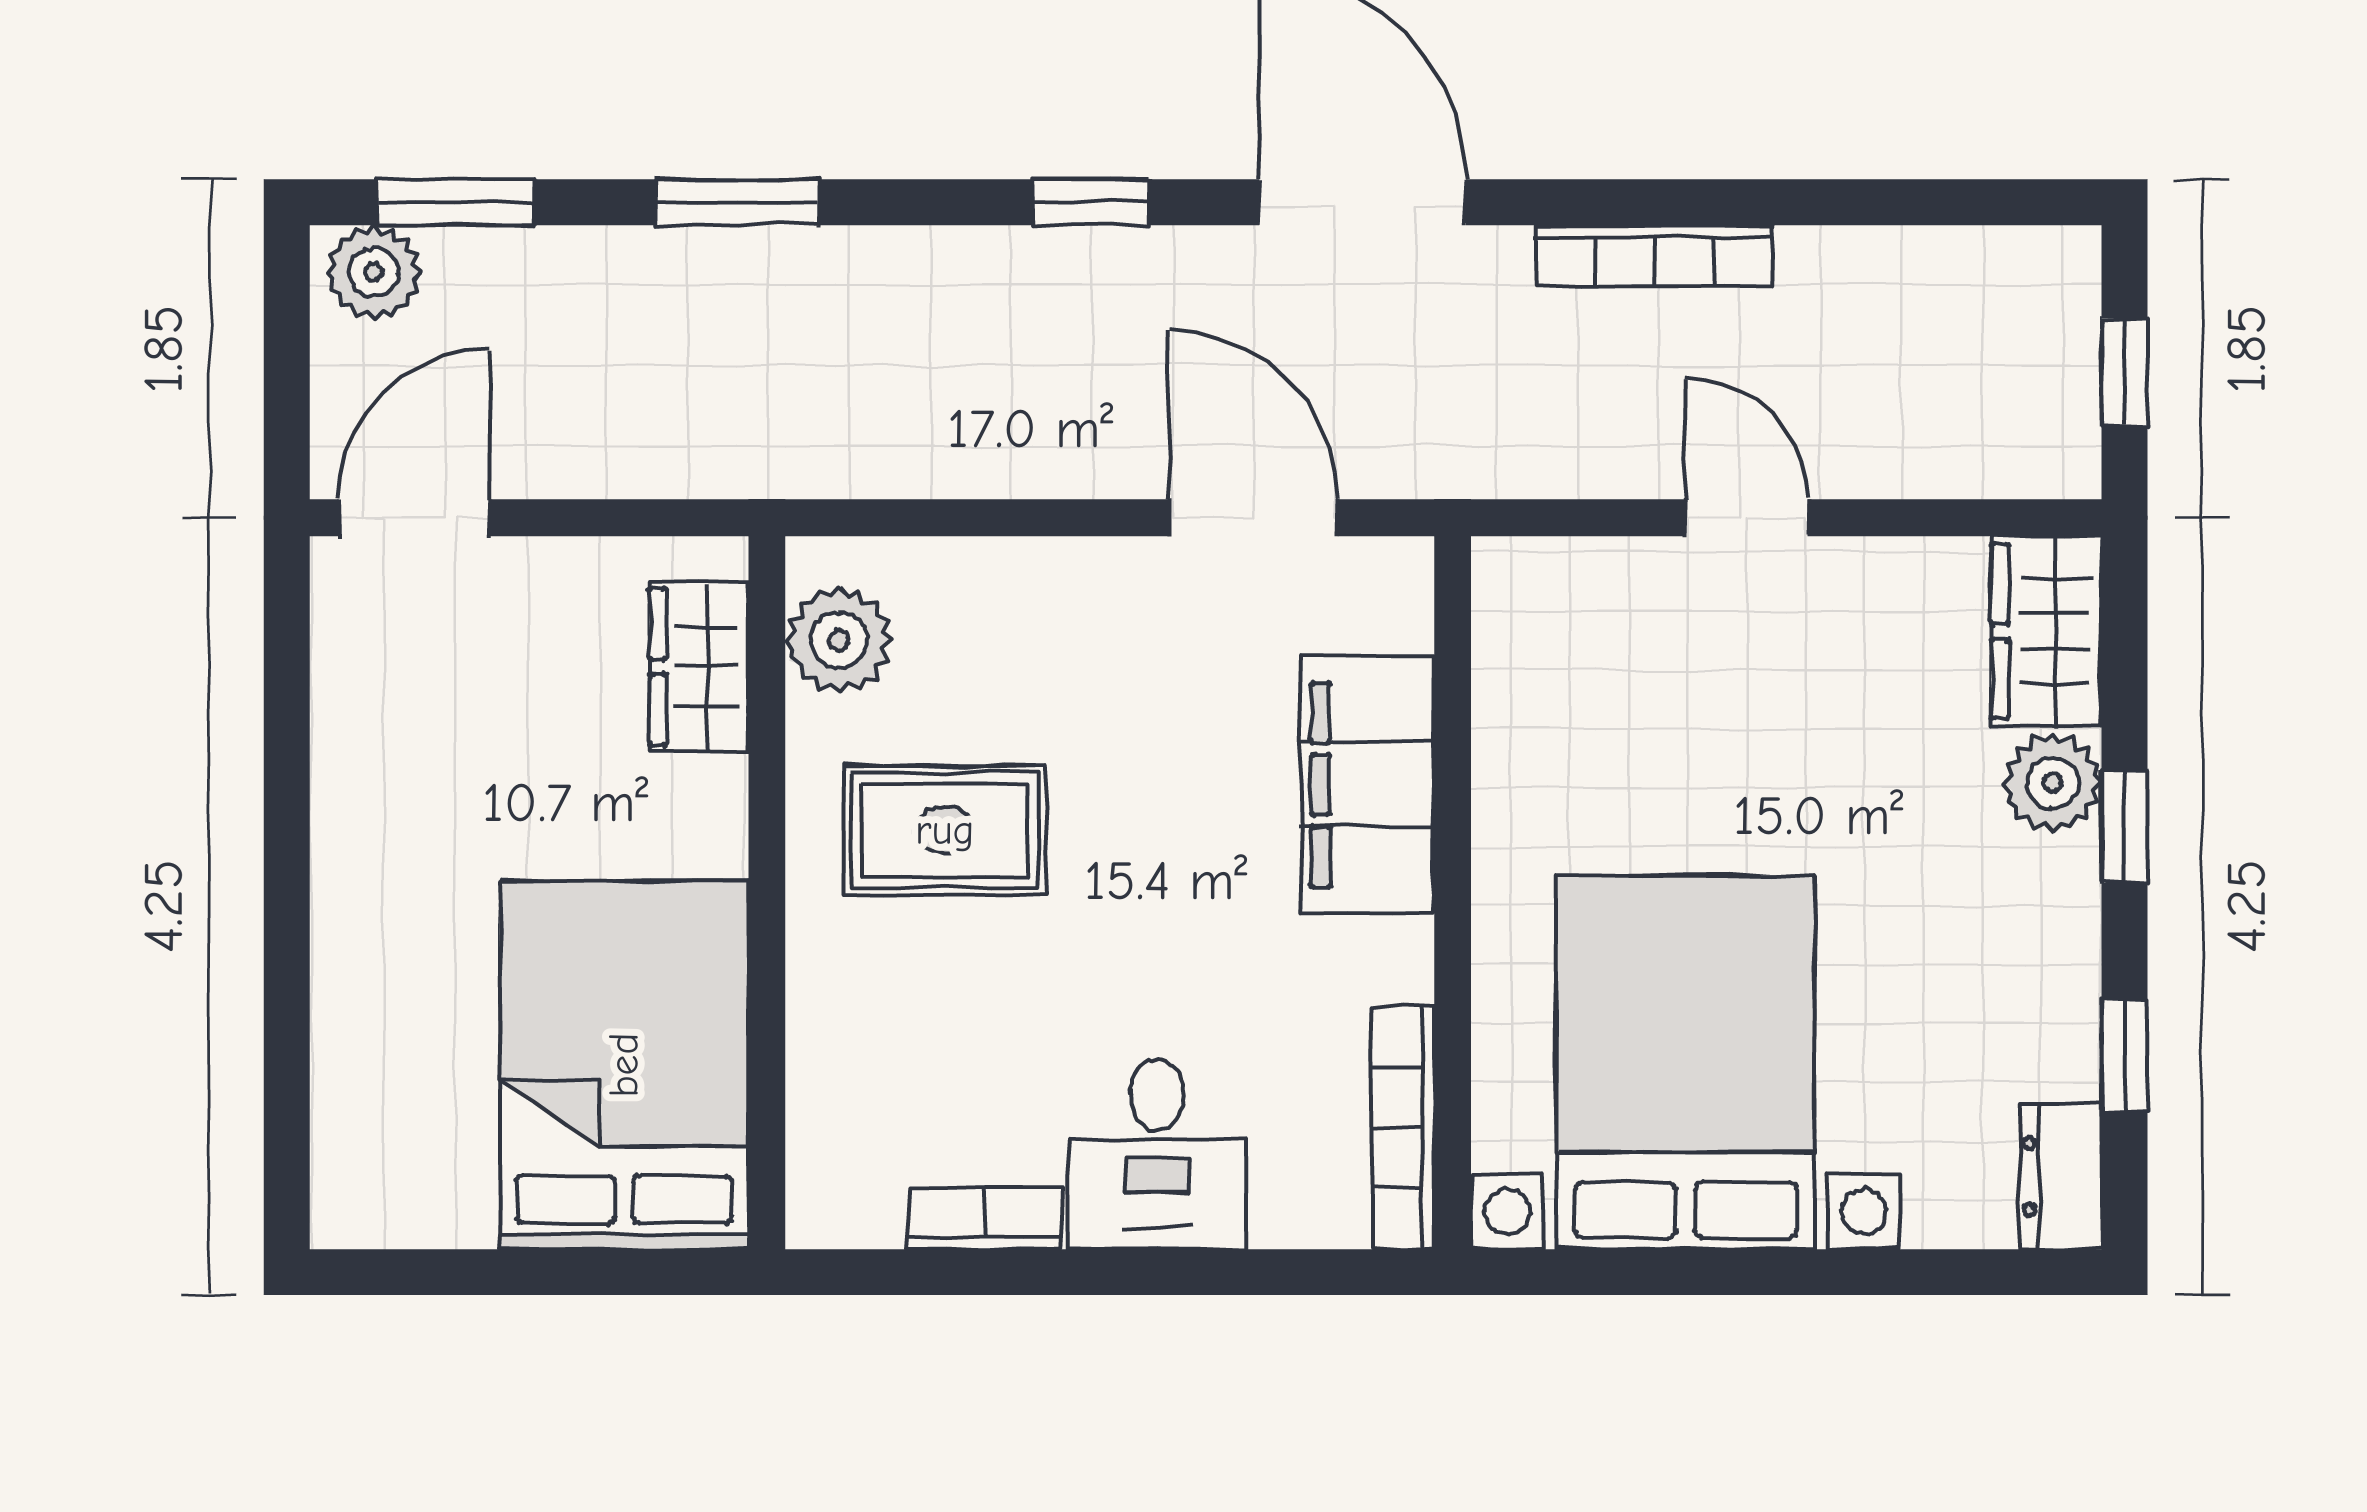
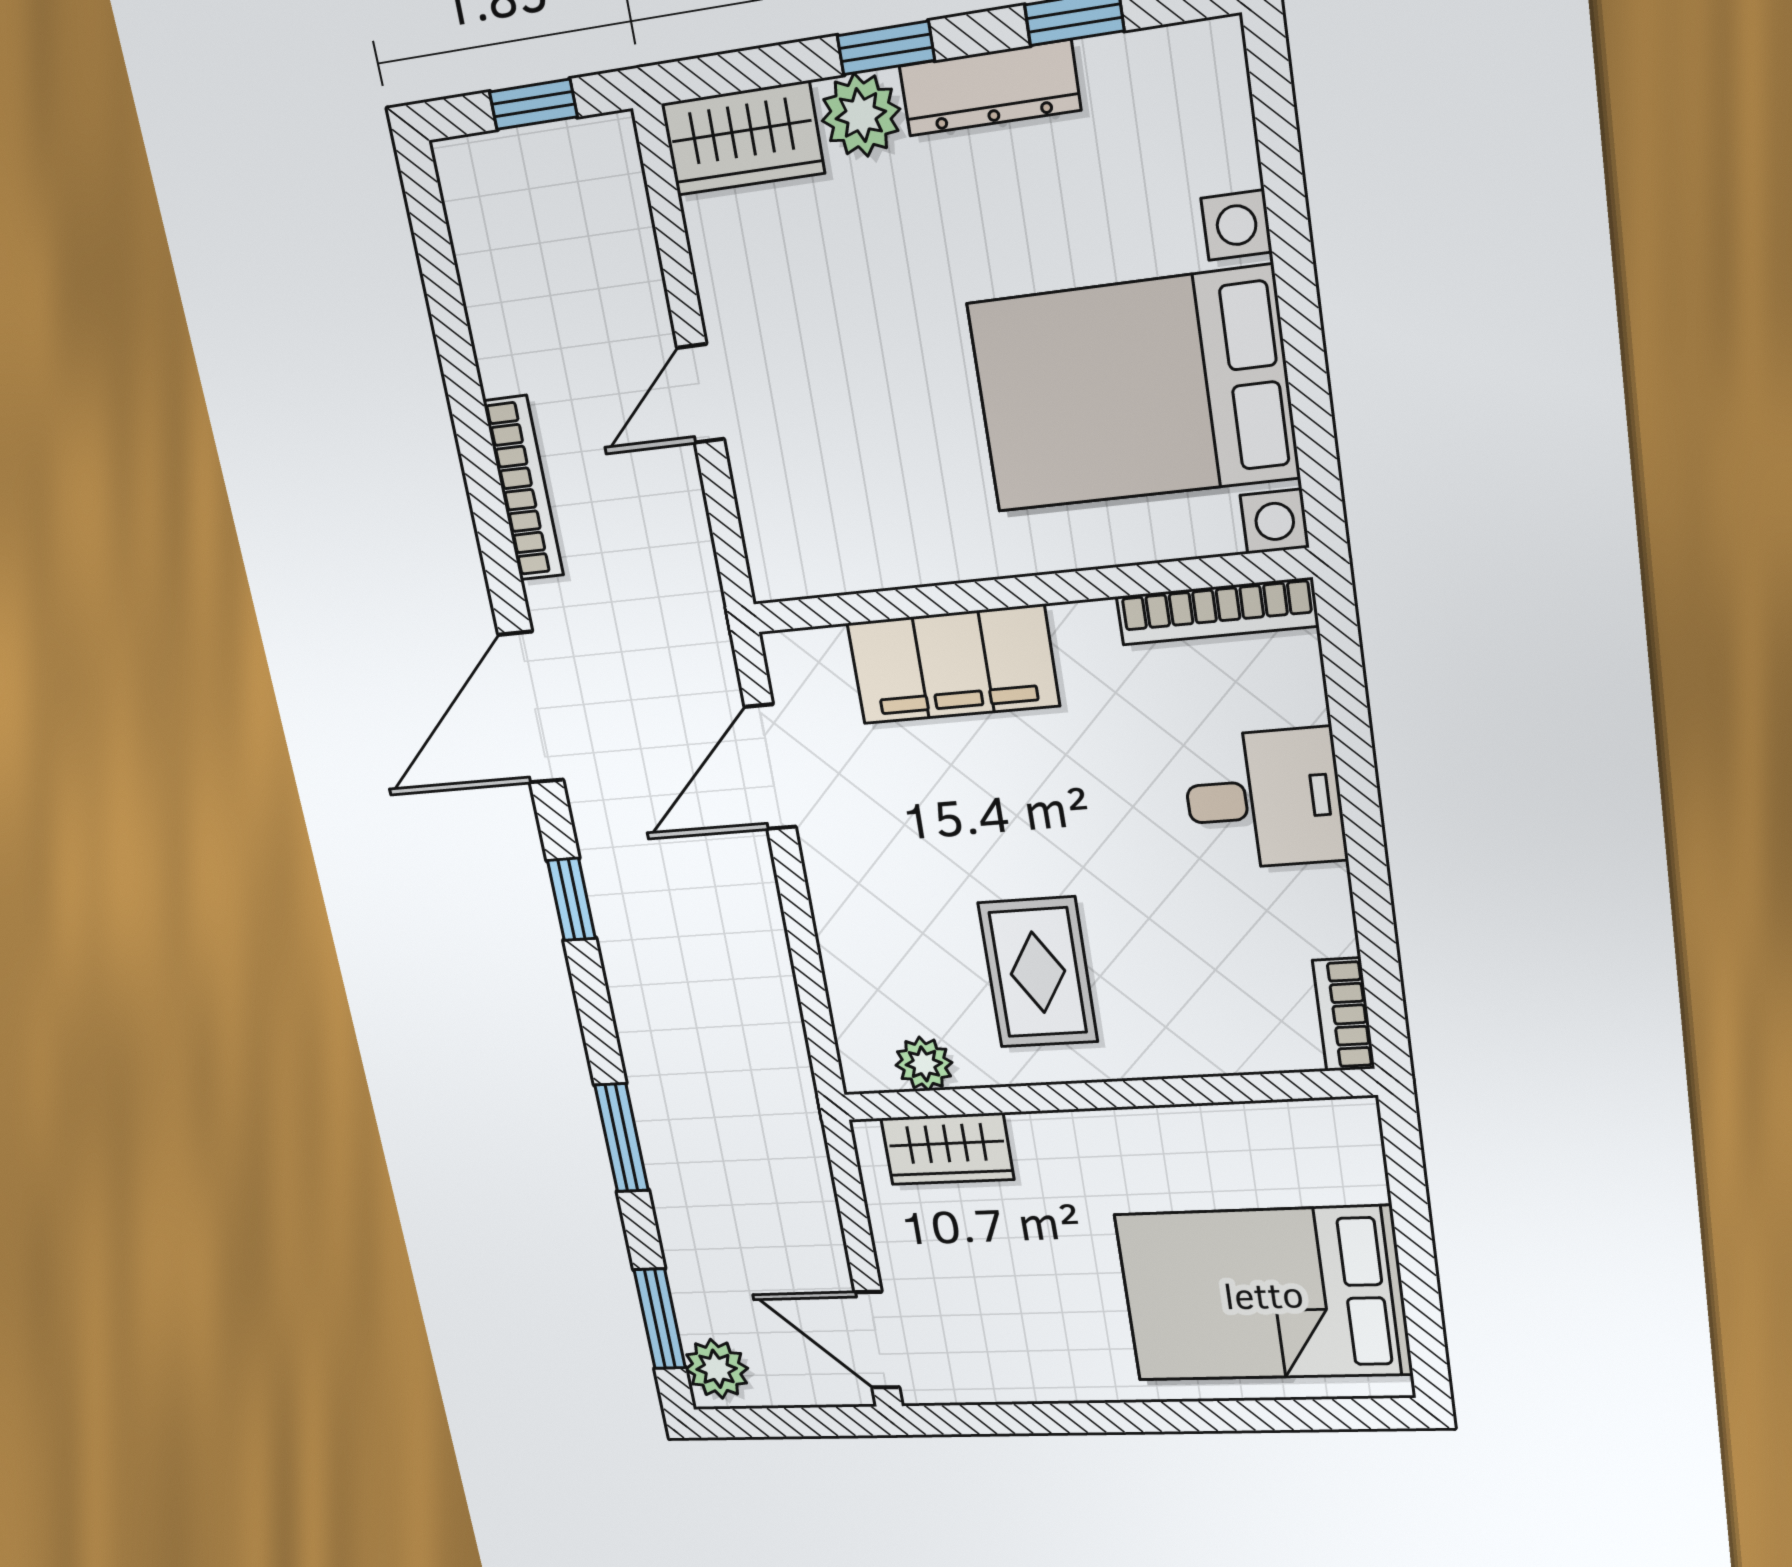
plant: (839, 640) -> (924, 1064), width x0.73, depth x0.73
bed: (624, 1065) -> (1263, 1294), moved
dresser: (2061, 1177) -> (990, 88), moved, width x1.44
bookcase: (985, 1219) -> (1344, 1015), moved

